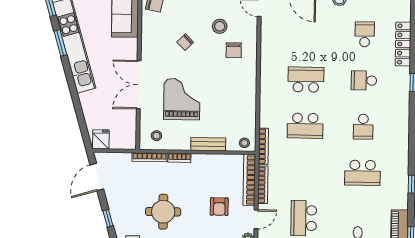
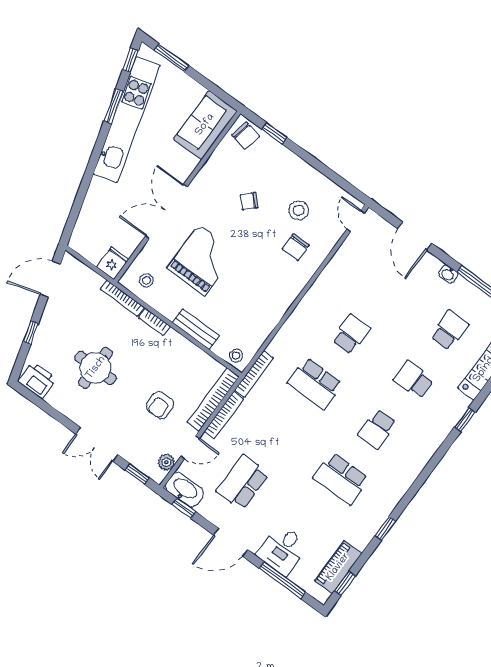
school desk: (306, 80) -> (351, 334), width x0.54
fridge: (101, 139) -> (113, 263), moved

